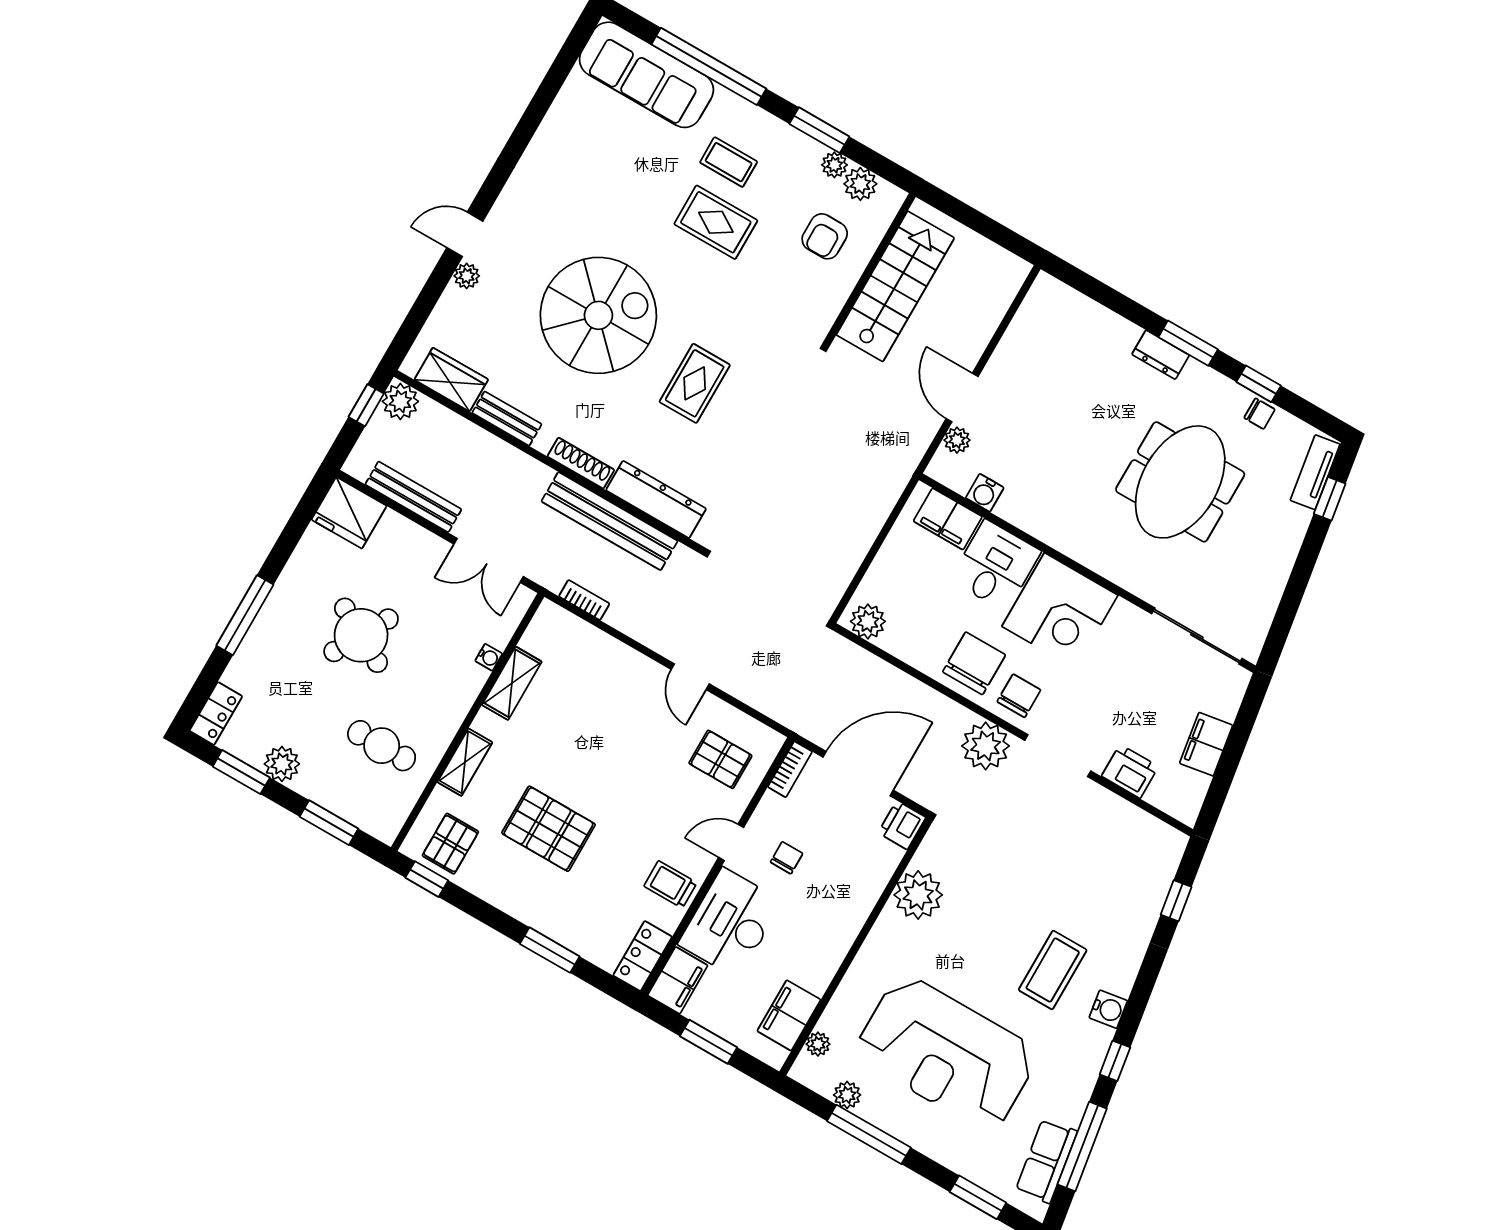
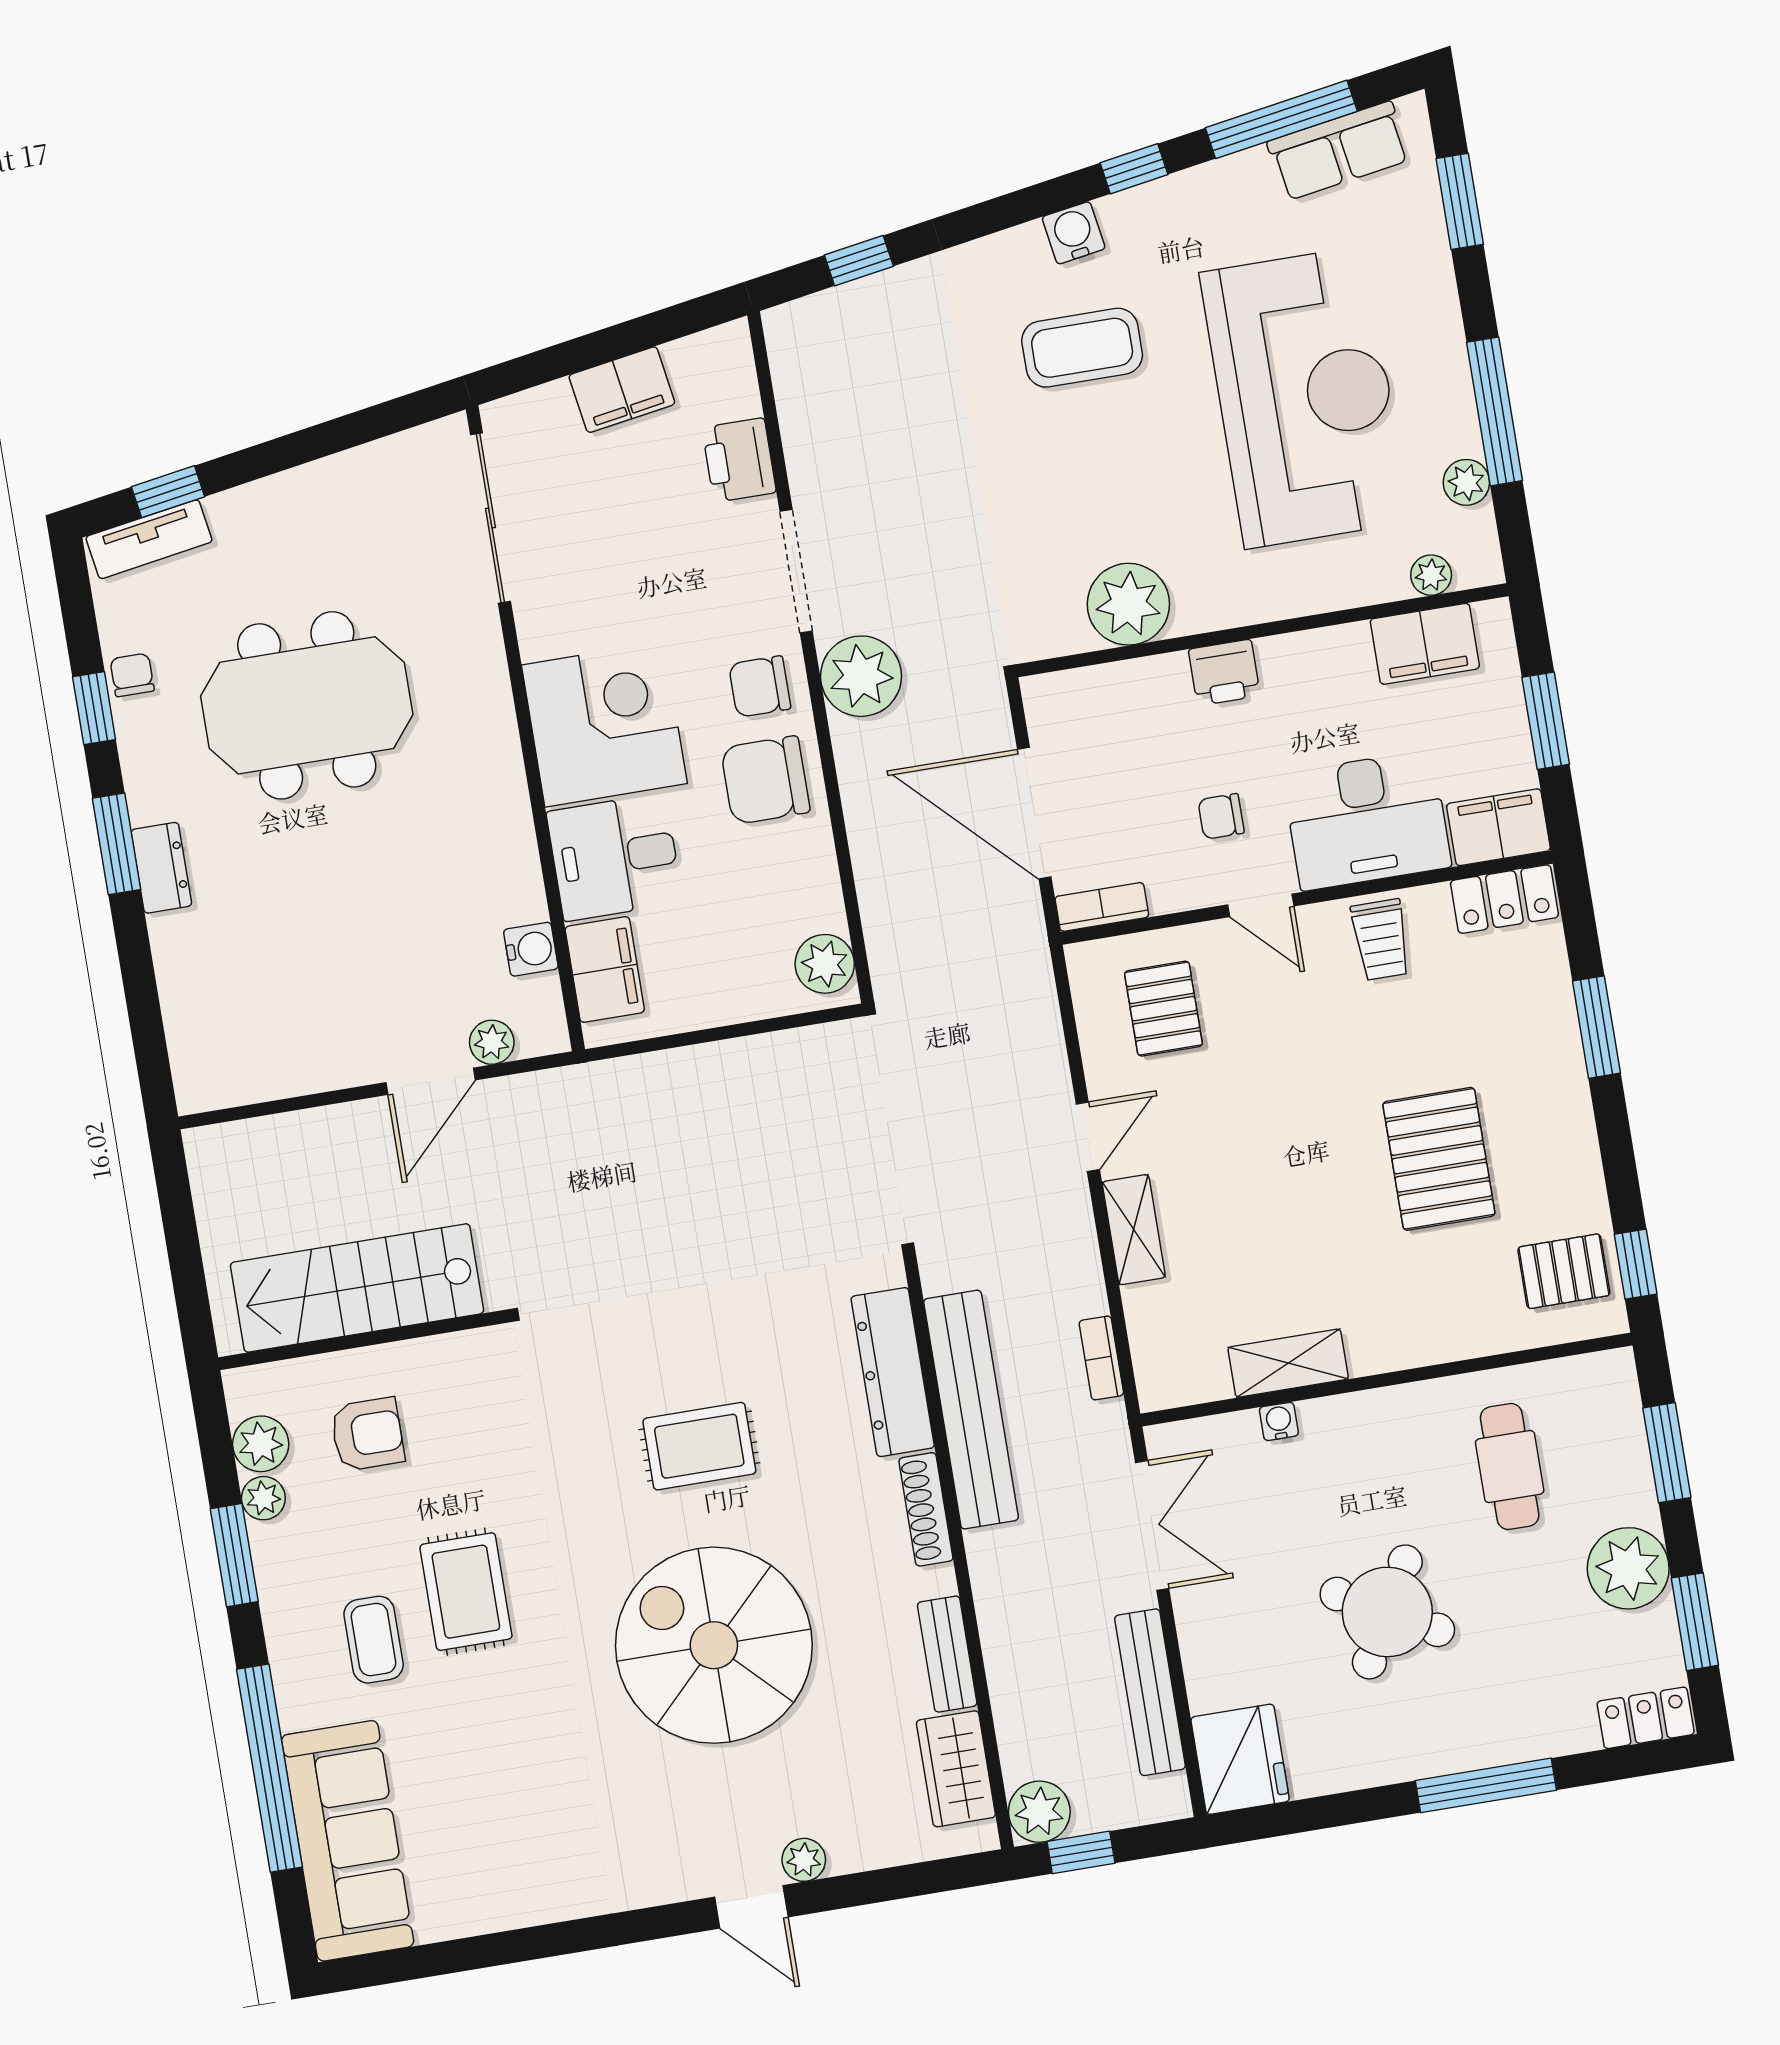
shelving: (465, 762) -> (1134, 1230), moved, turned 90
plant: (282, 764) -> (1628, 1568), width x1.36, depth x1.36
printer: (902, 825) -> (1224, 672), moved

